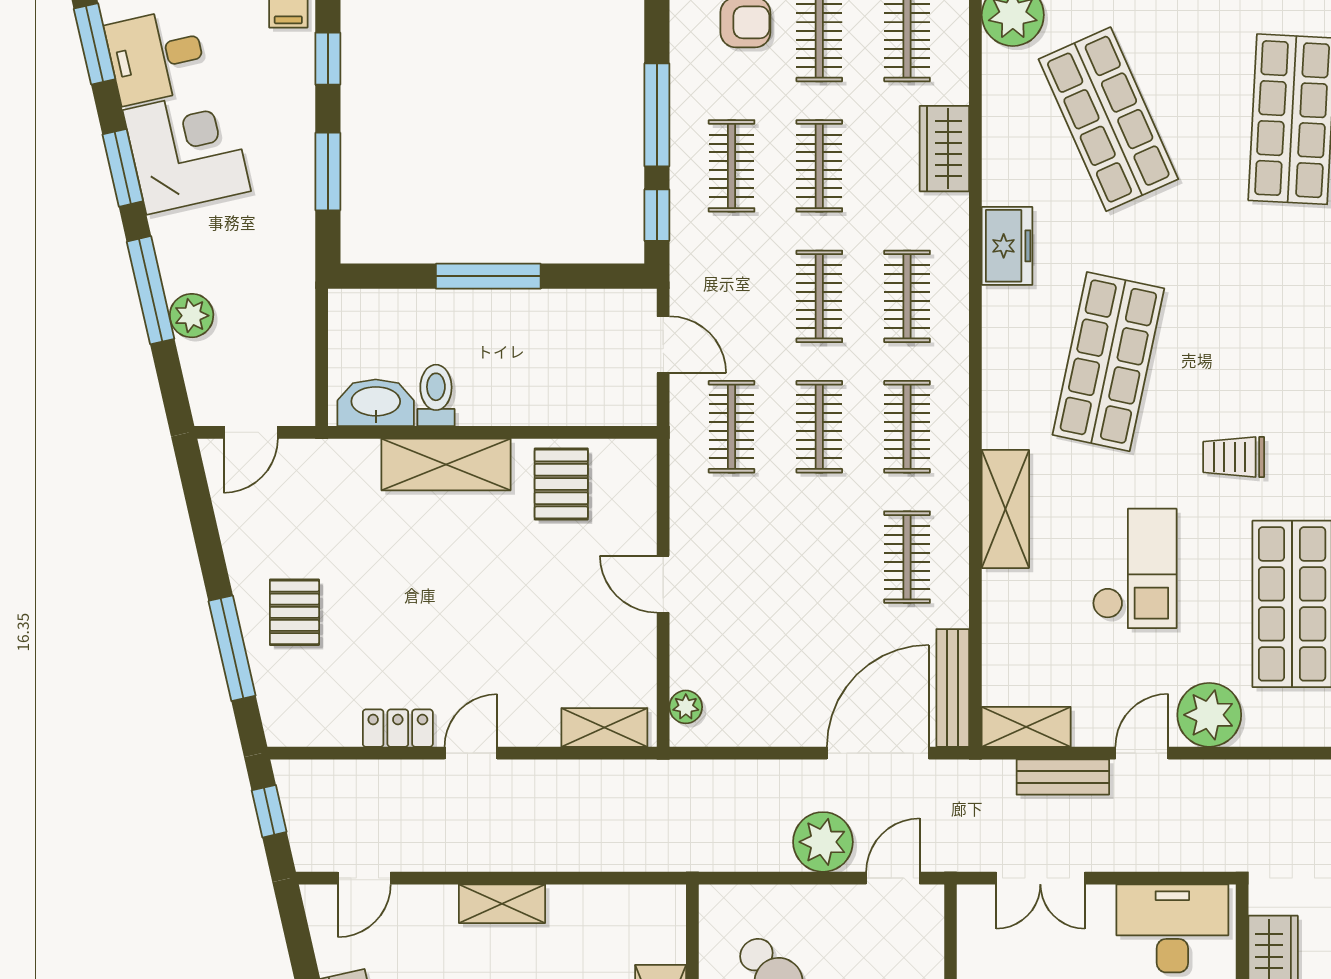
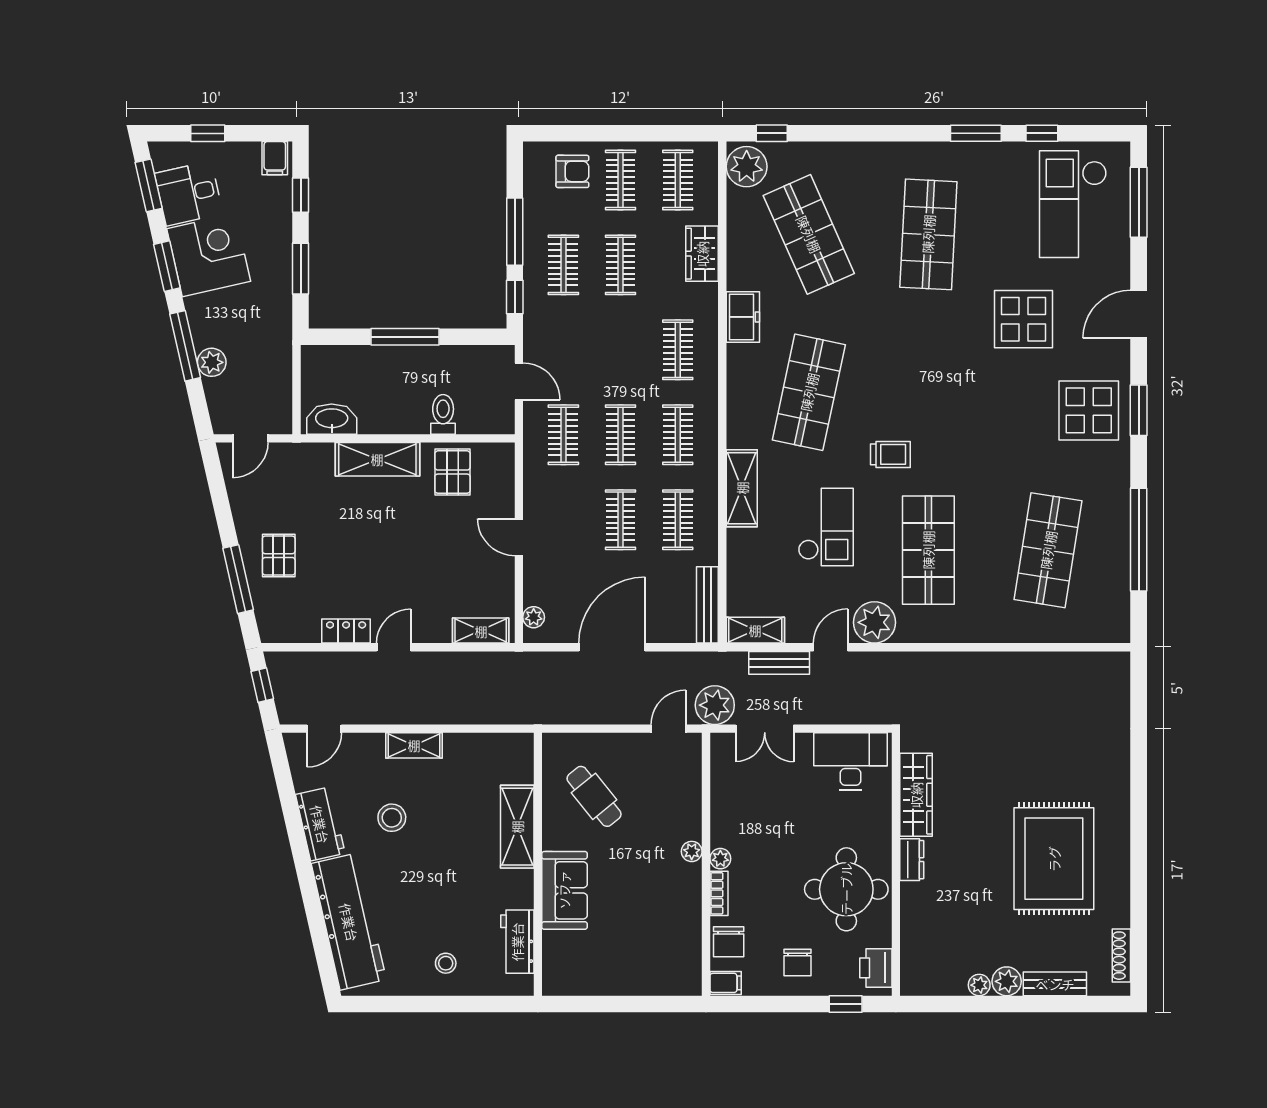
clothes rail: (819, 296) -> (621, 520), moved
toilet: (436, 395) -> (443, 414), moved
trolley: (1234, 457) -> (890, 454), turned 180
door: (878, 753) -> (612, 647), moved
plant: (823, 842) -> (715, 705), moved

